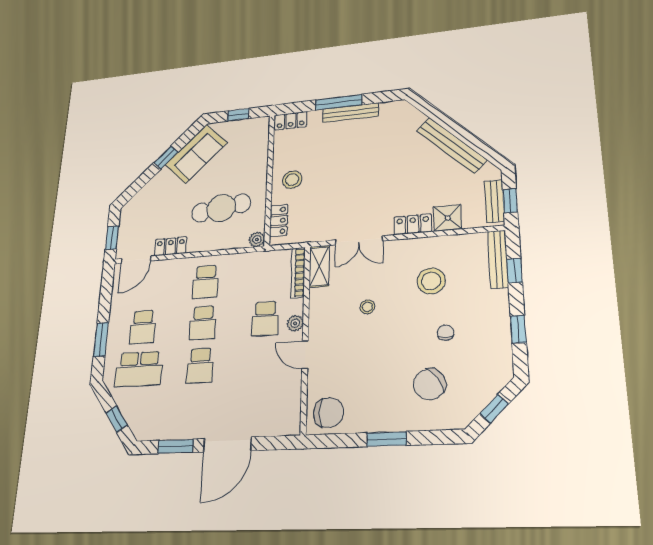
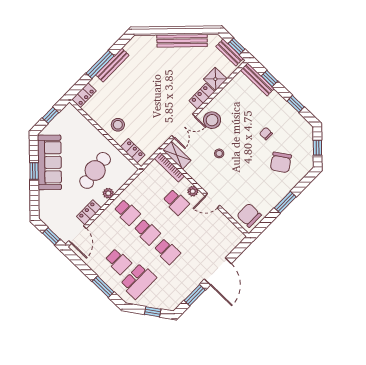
sofa: (196, 154) -> (49, 162), width x1.36
plant: (257, 239) -> (108, 193), moved
stool: (431, 281) -> (212, 120), moved
chair: (329, 413) -> (249, 215), turned -90

